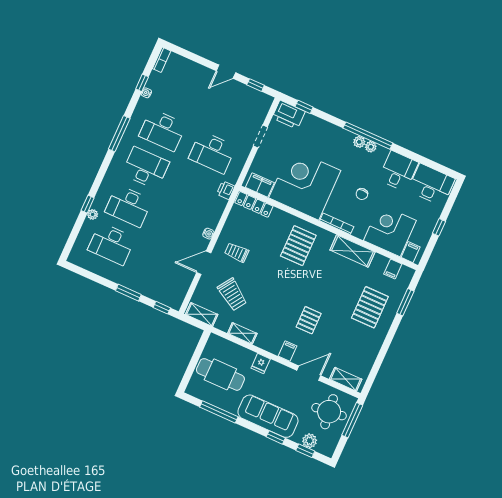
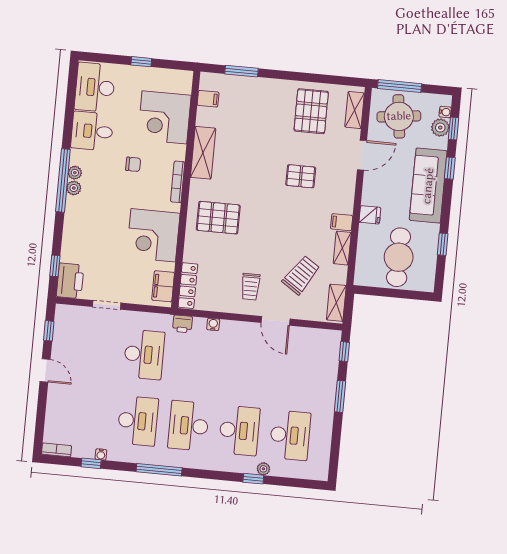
corner desk: (305, 184) -> (153, 235), width x0.74, depth x0.74
water cooler: (208, 234) -> (213, 324), moved
filing cabinet: (411, 252) -> (181, 85), removed
pallet: (370, 307) -> (311, 111), moved, turned 90
filing cabinet: (287, 351) -> (342, 222), moved
door: (309, 373) -> (362, 155), swing flipped
window: (219, 412) -> (443, 244), width x0.46
water cooler: (320, 449) -> (445, 112), added

